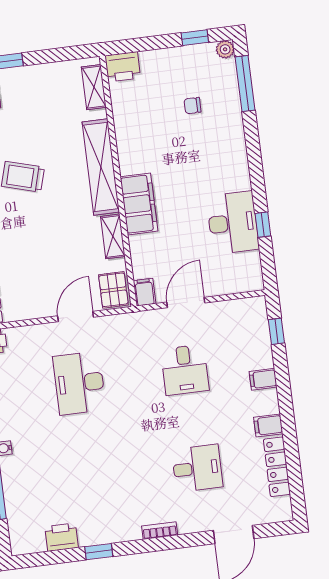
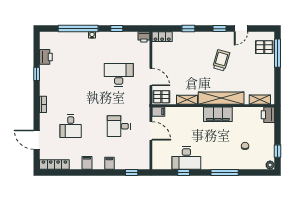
window: (245, 84) -> (225, 172), moved
filing cabinet: (139, 204) -> (218, 114), moved
locker: (277, 467) -> (54, 165), moved

